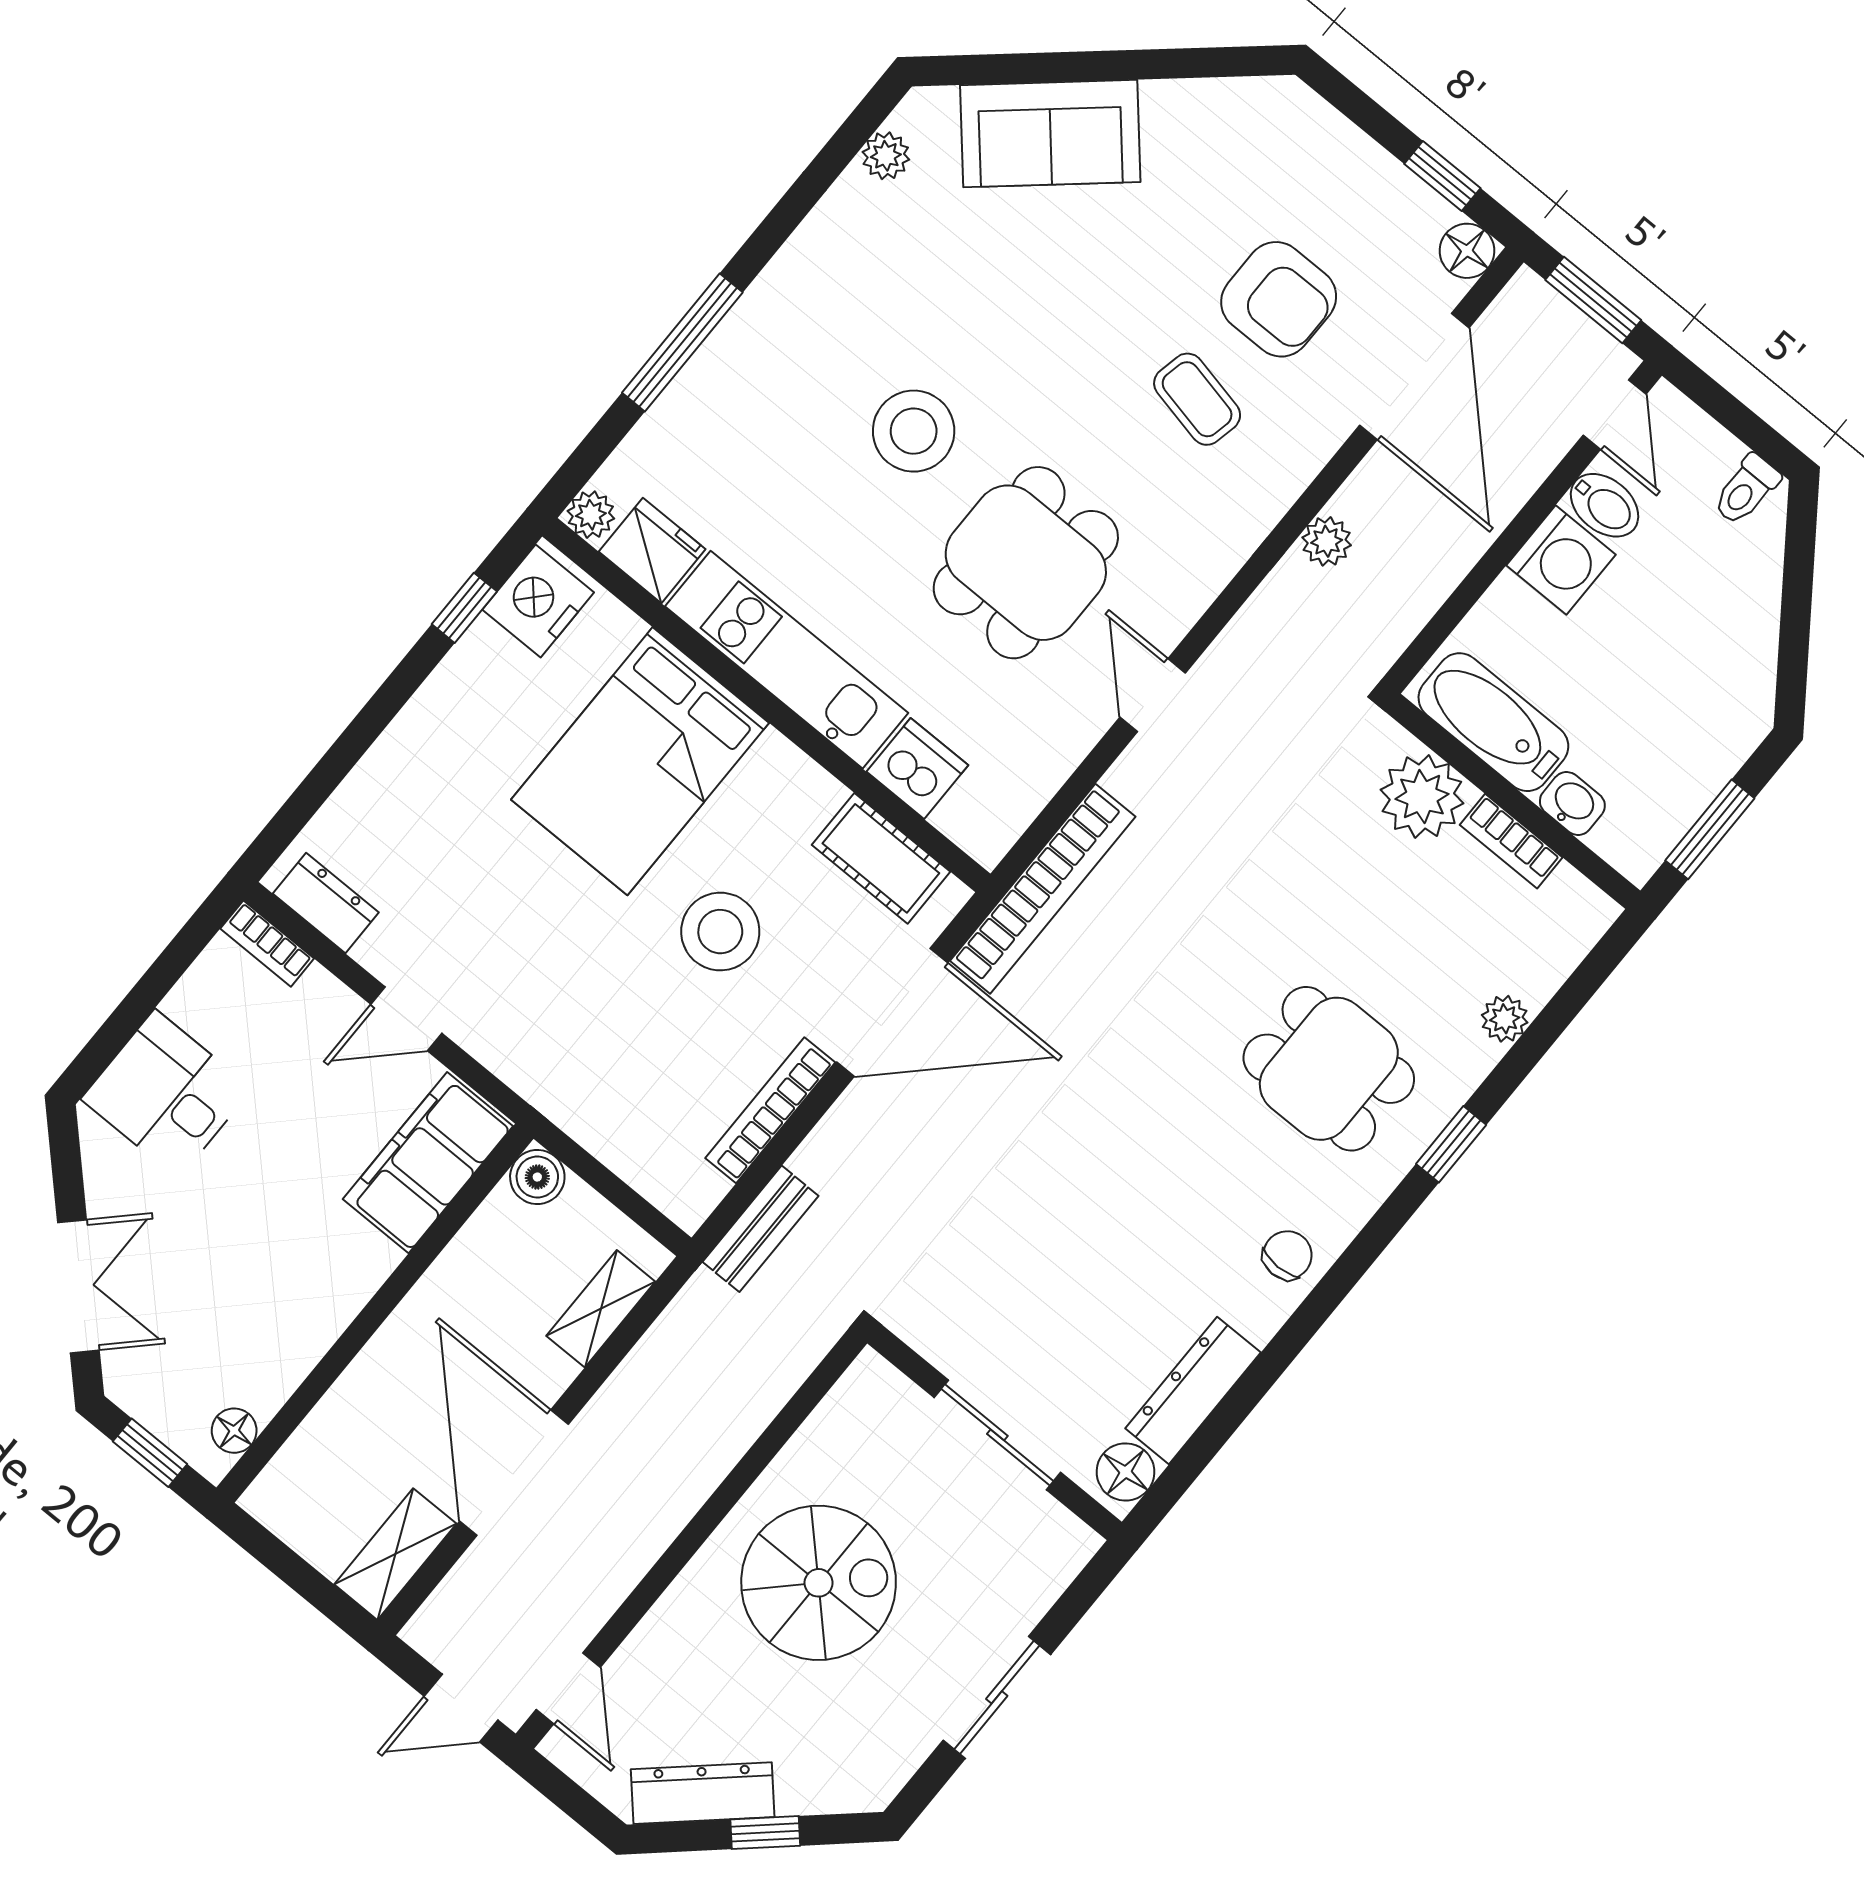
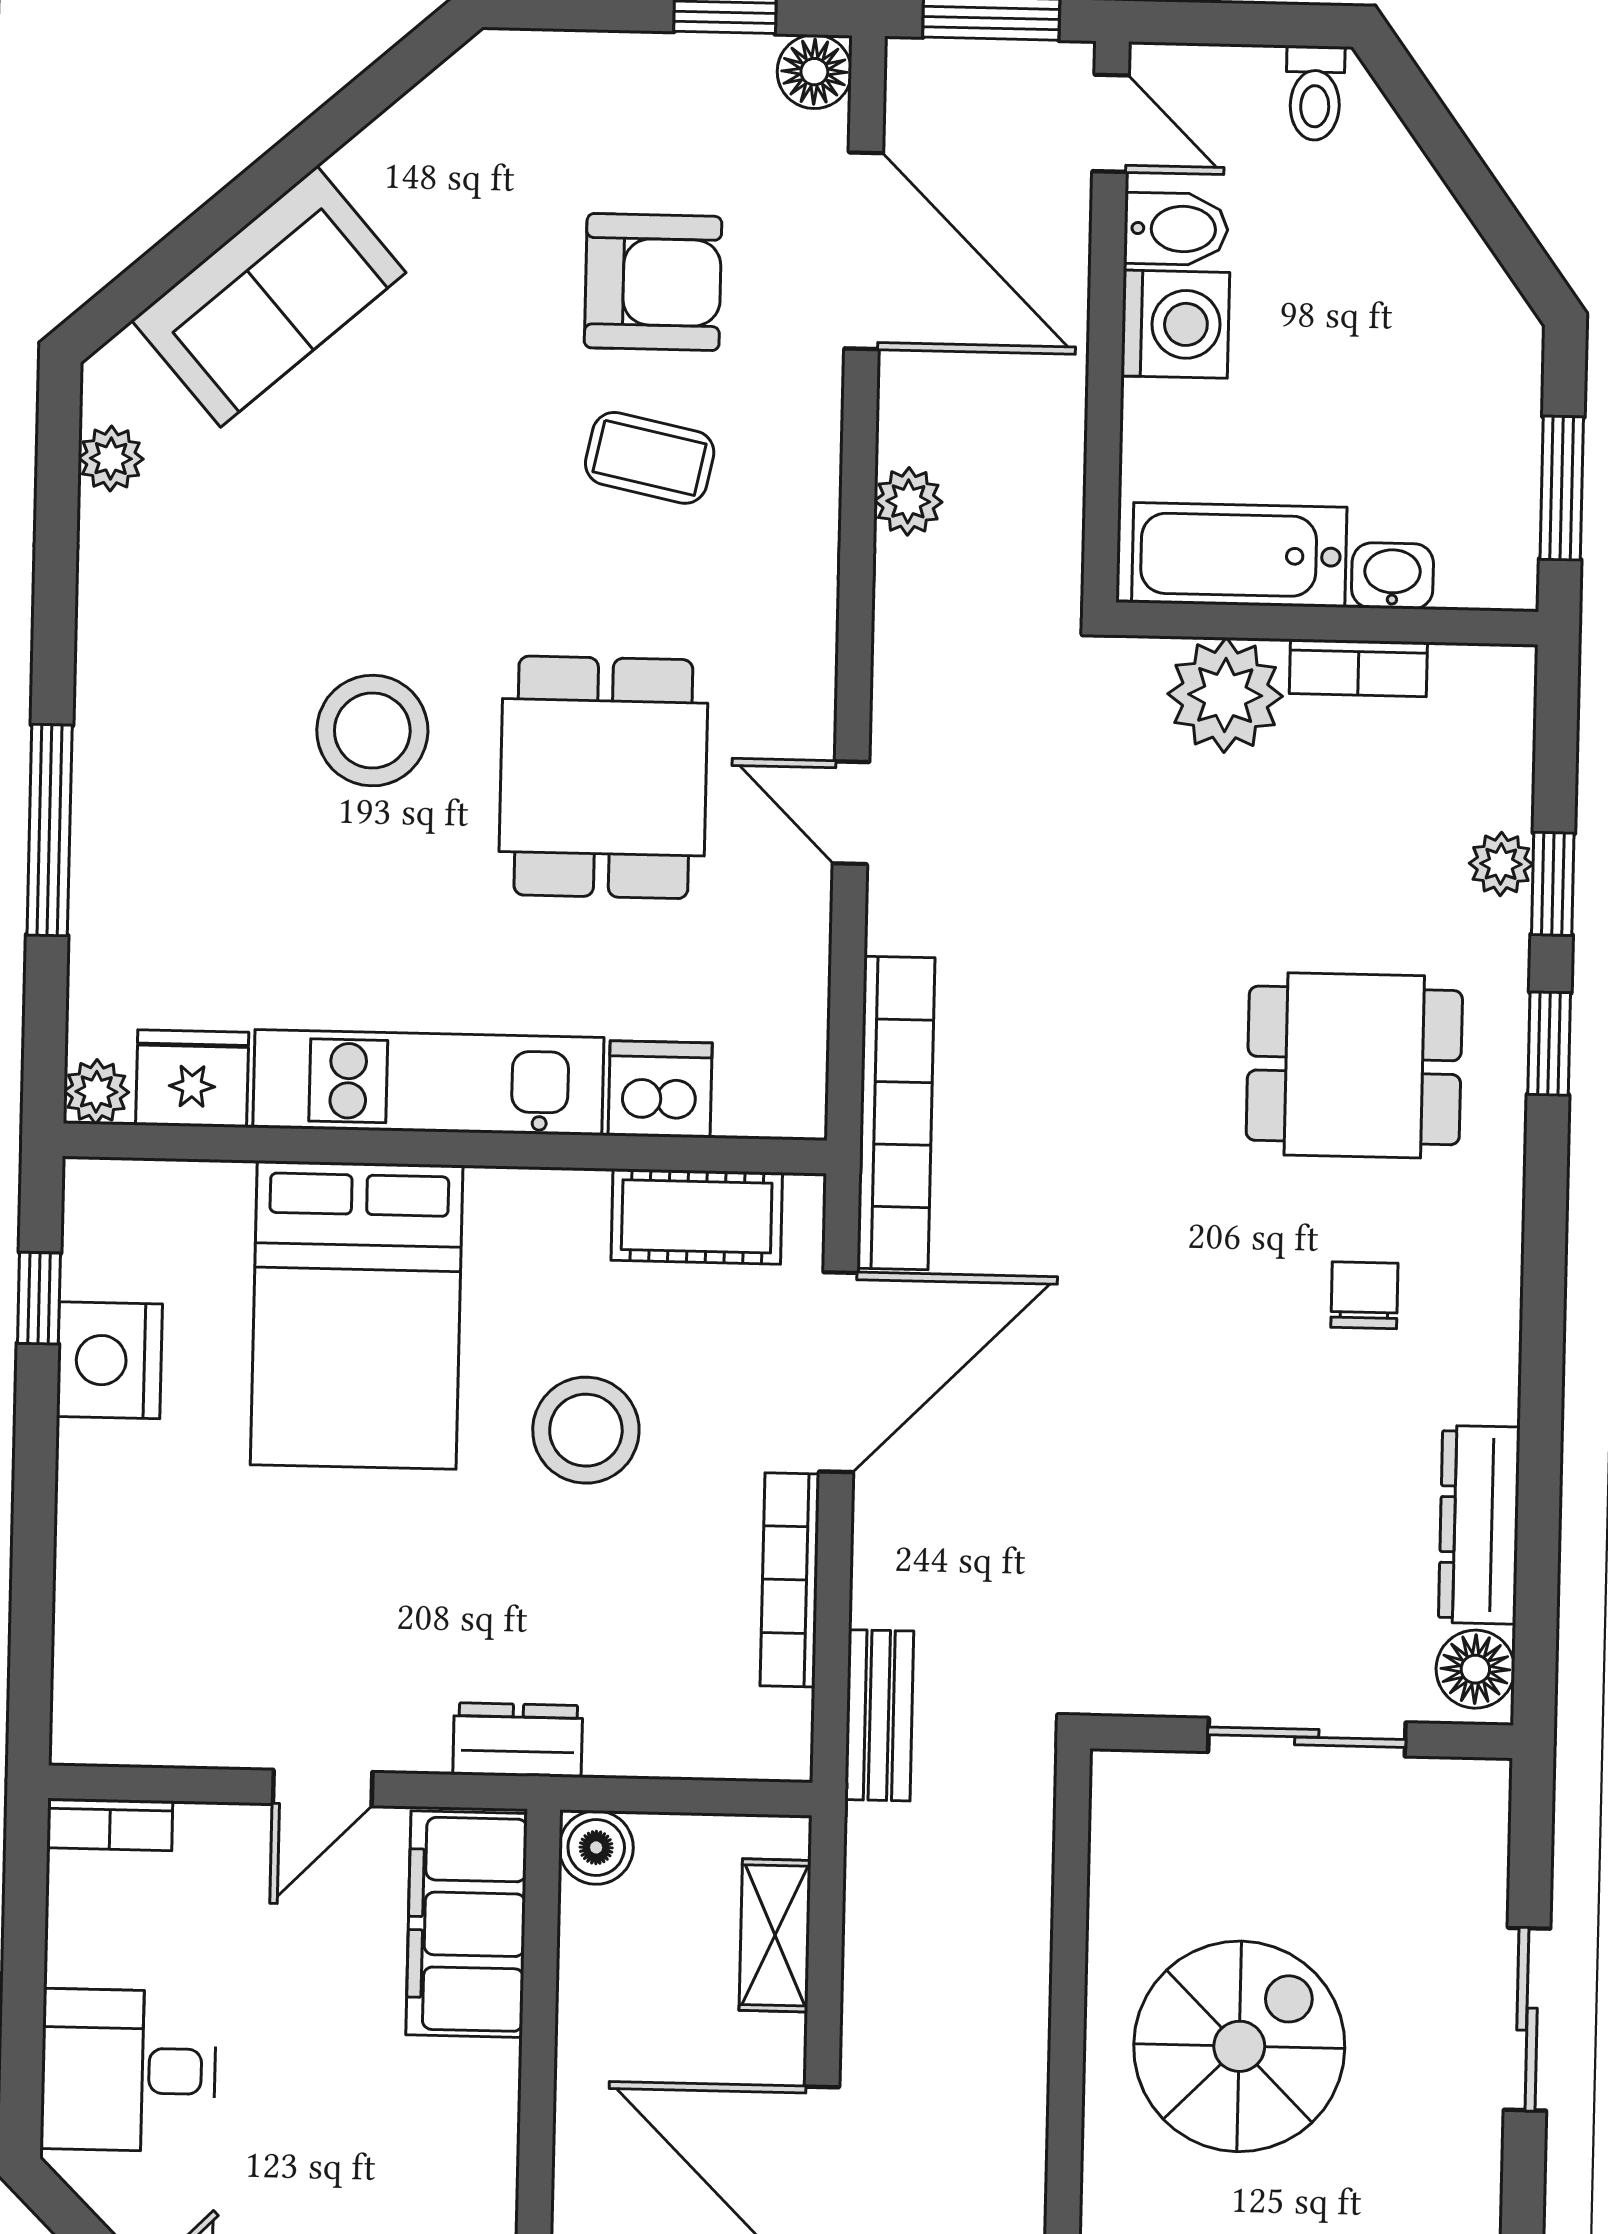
nightstand: (538, 601) -> (109, 1360), moved
dresser: (326, 903) -> (518, 1740), moved
window: (1526, 1054) -> (1553, 884), added
chair: (1287, 1255) -> (1364, 1295), moved

